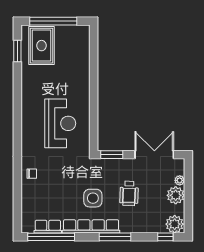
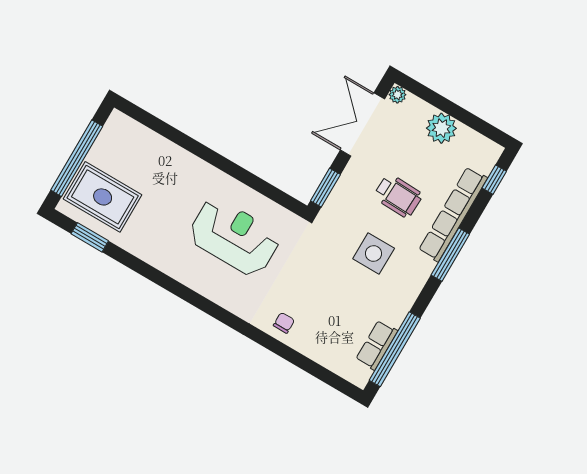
plant: (180, 180) -> (397, 95), moved
plant: (175, 224) -> (483, 155), removed
row of seats: (91, 226) -> (453, 214), moved

